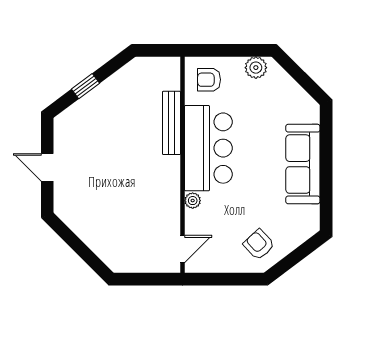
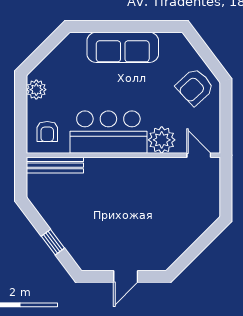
bench: (172, 123) -> (55, 165), moved
plant: (193, 201) -> (162, 140), width x1.88, depth x1.88
armchair: (259, 244) -> (195, 87), width x1.38, depth x1.38

